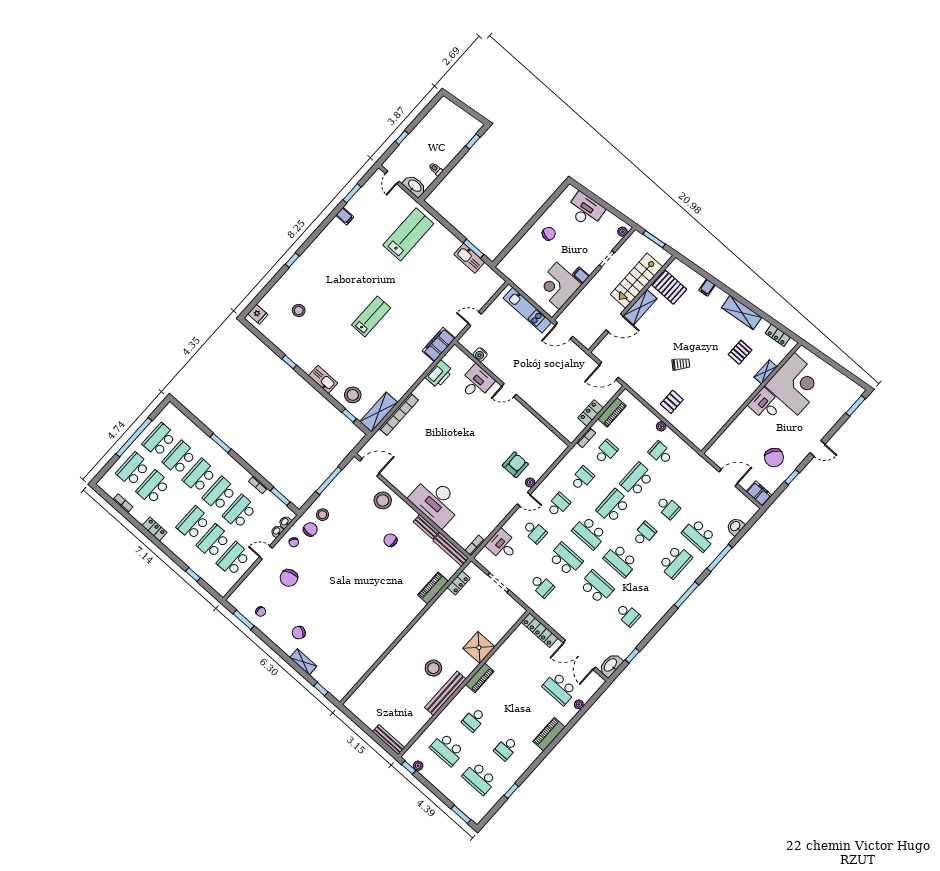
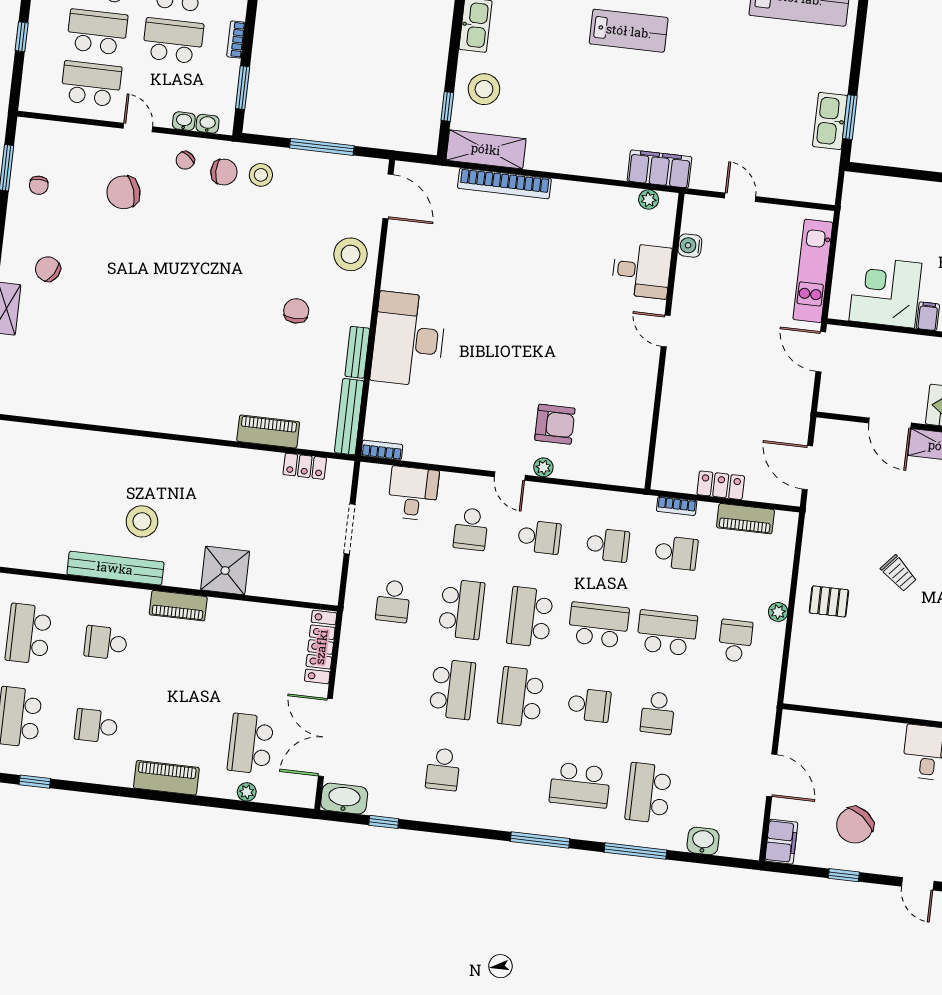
plant: (448, 358) -> (649, 199), added
printer: (439, 374) -> (613, 202), removed

